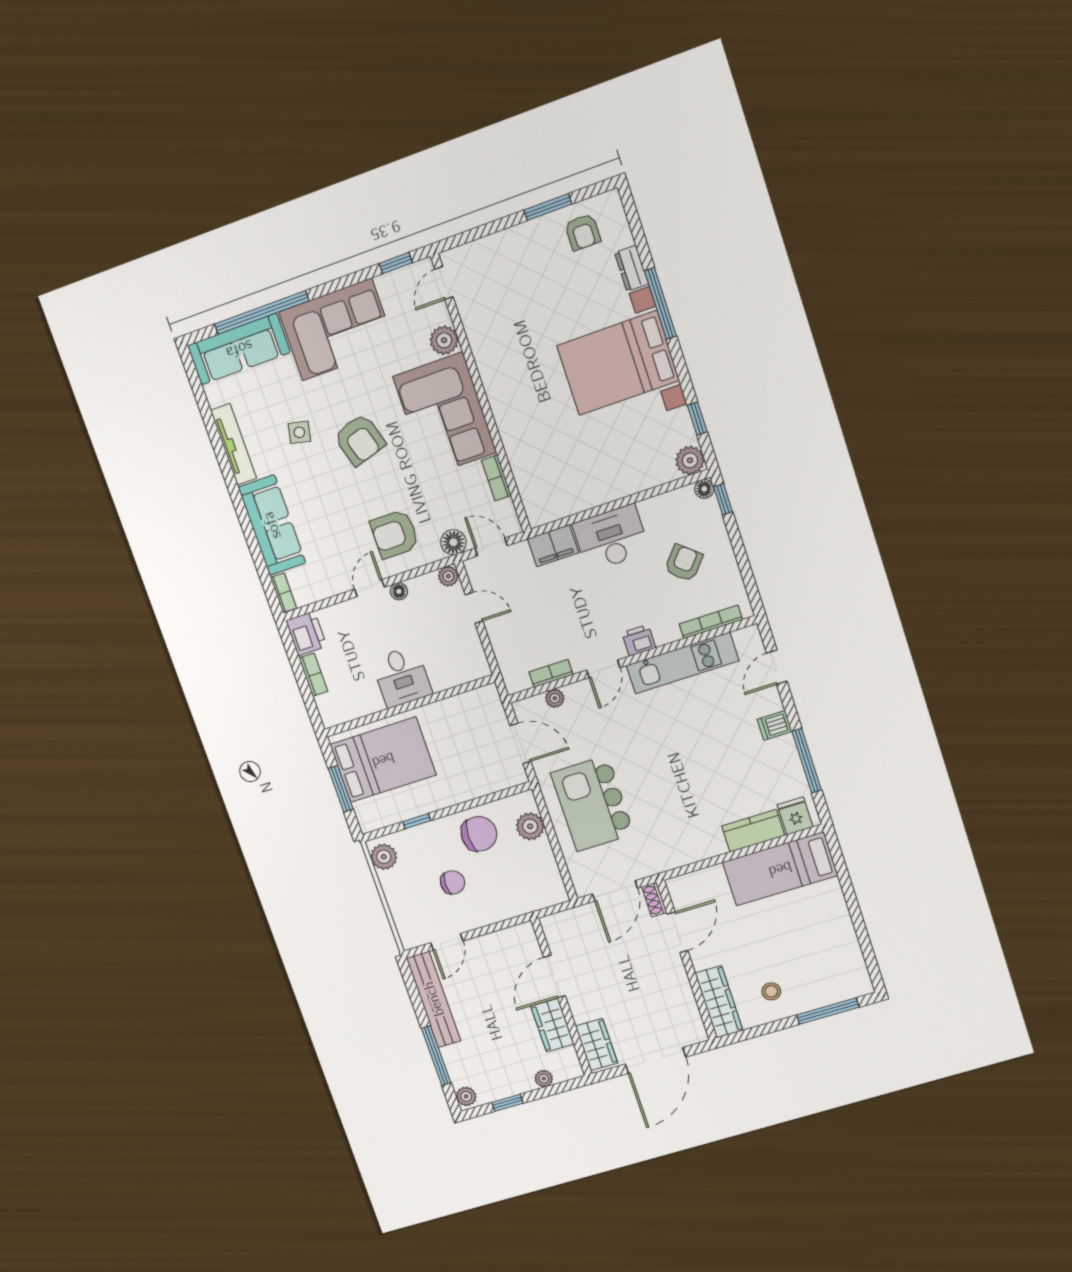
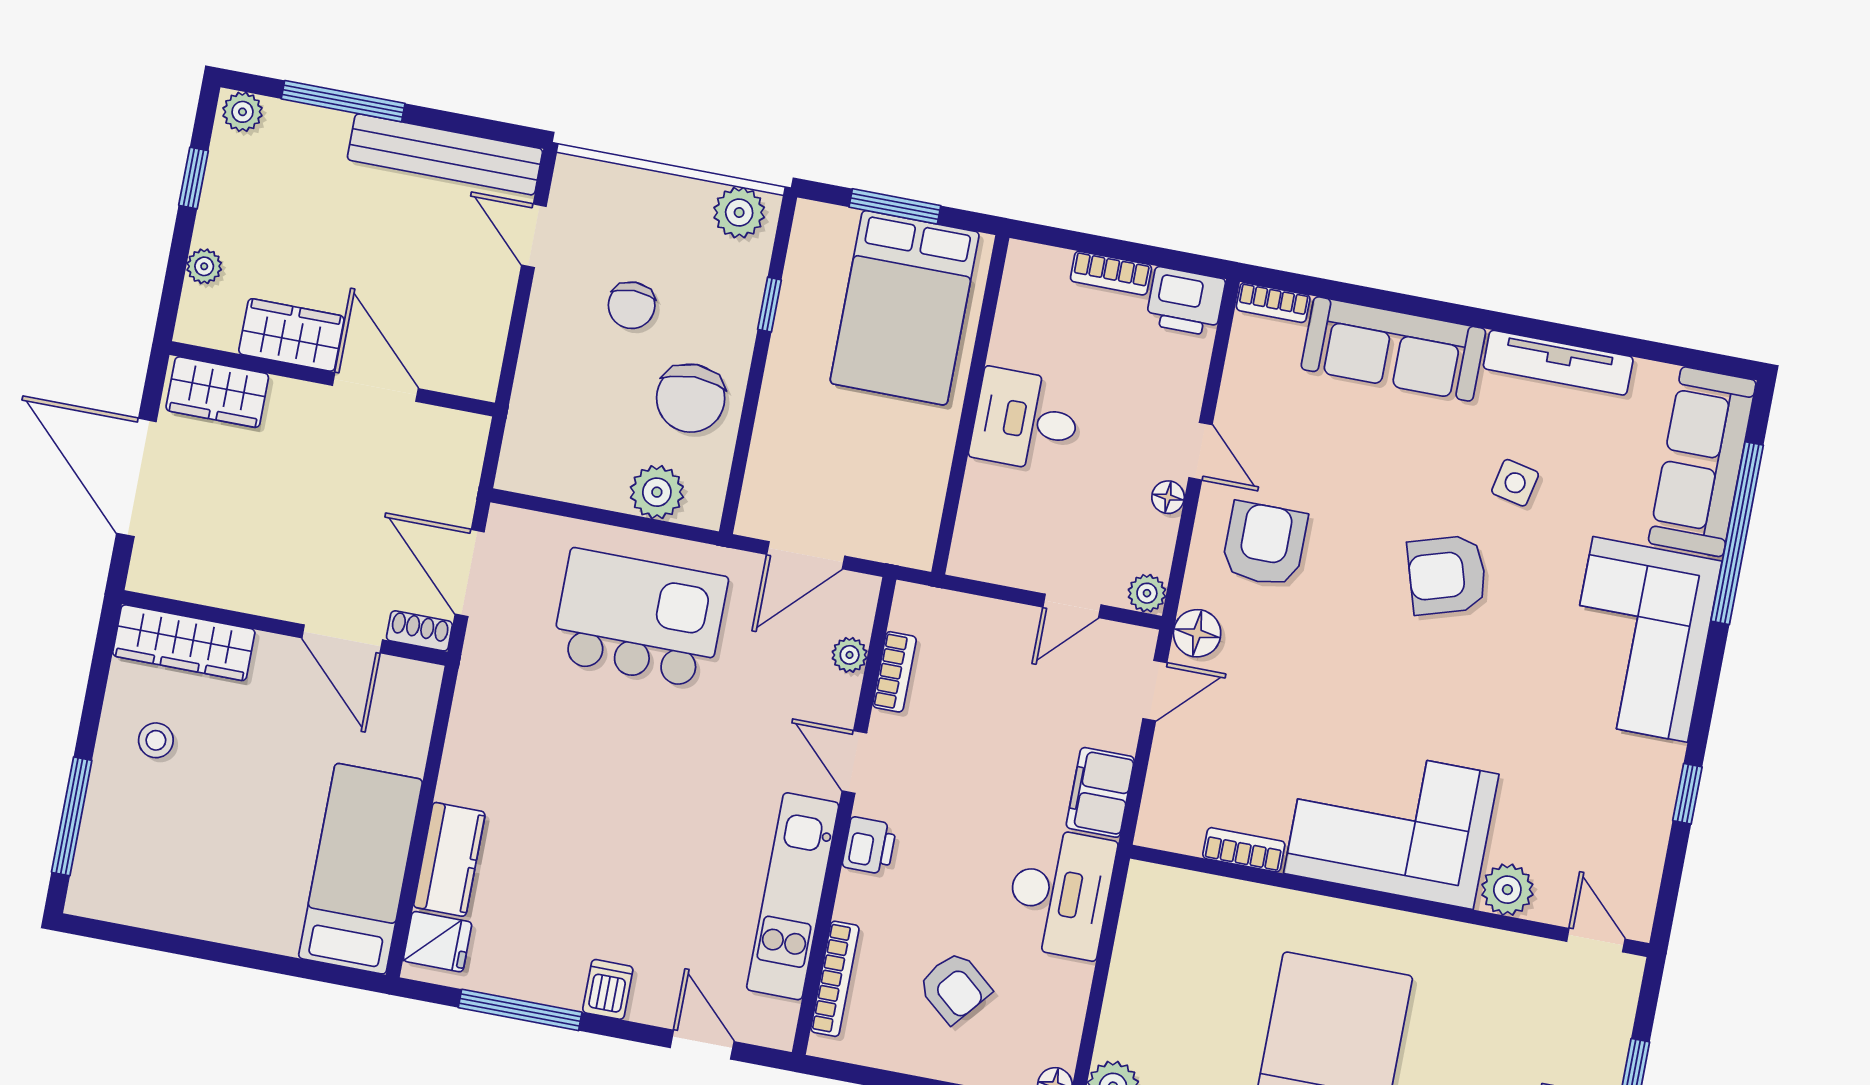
door: (444, 283) -> (1596, 940), moved
plant: (444, 340) -> (1507, 890), moved
wall: (481, 394) -> (1390, 901), moved
corner sofa: (445, 415) -> (1391, 824), moved
bookcase: (496, 478) -> (1244, 850), moved

